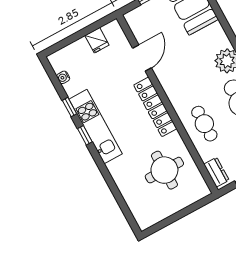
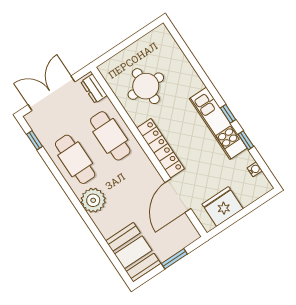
fridge: (97, 40) -> (223, 206), width x1.88, depth x1.34
door: (142, 58) -> (178, 196), width x1.36
cafe table: (204, 124) -> (110, 136), width x1.37, depth x1.35

